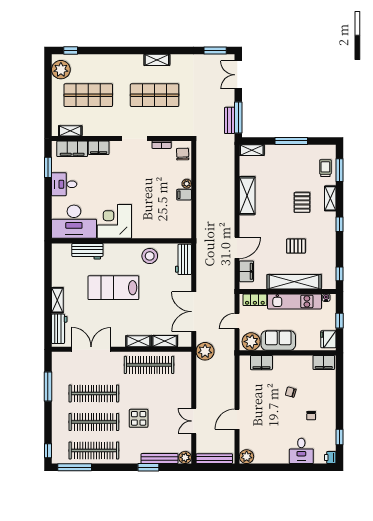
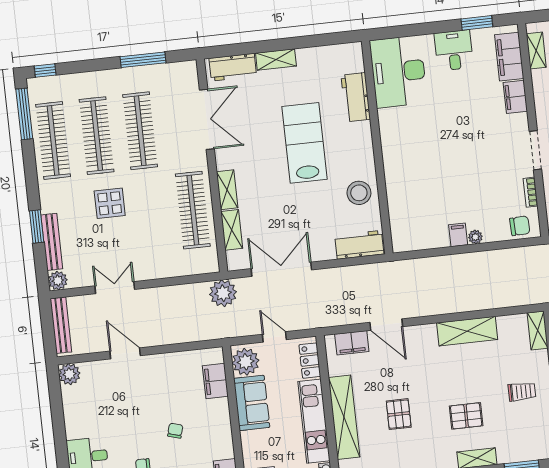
trolley: (325, 168) -> (522, 392), moved
corner desk: (114, 221) -> (406, 133), removed

